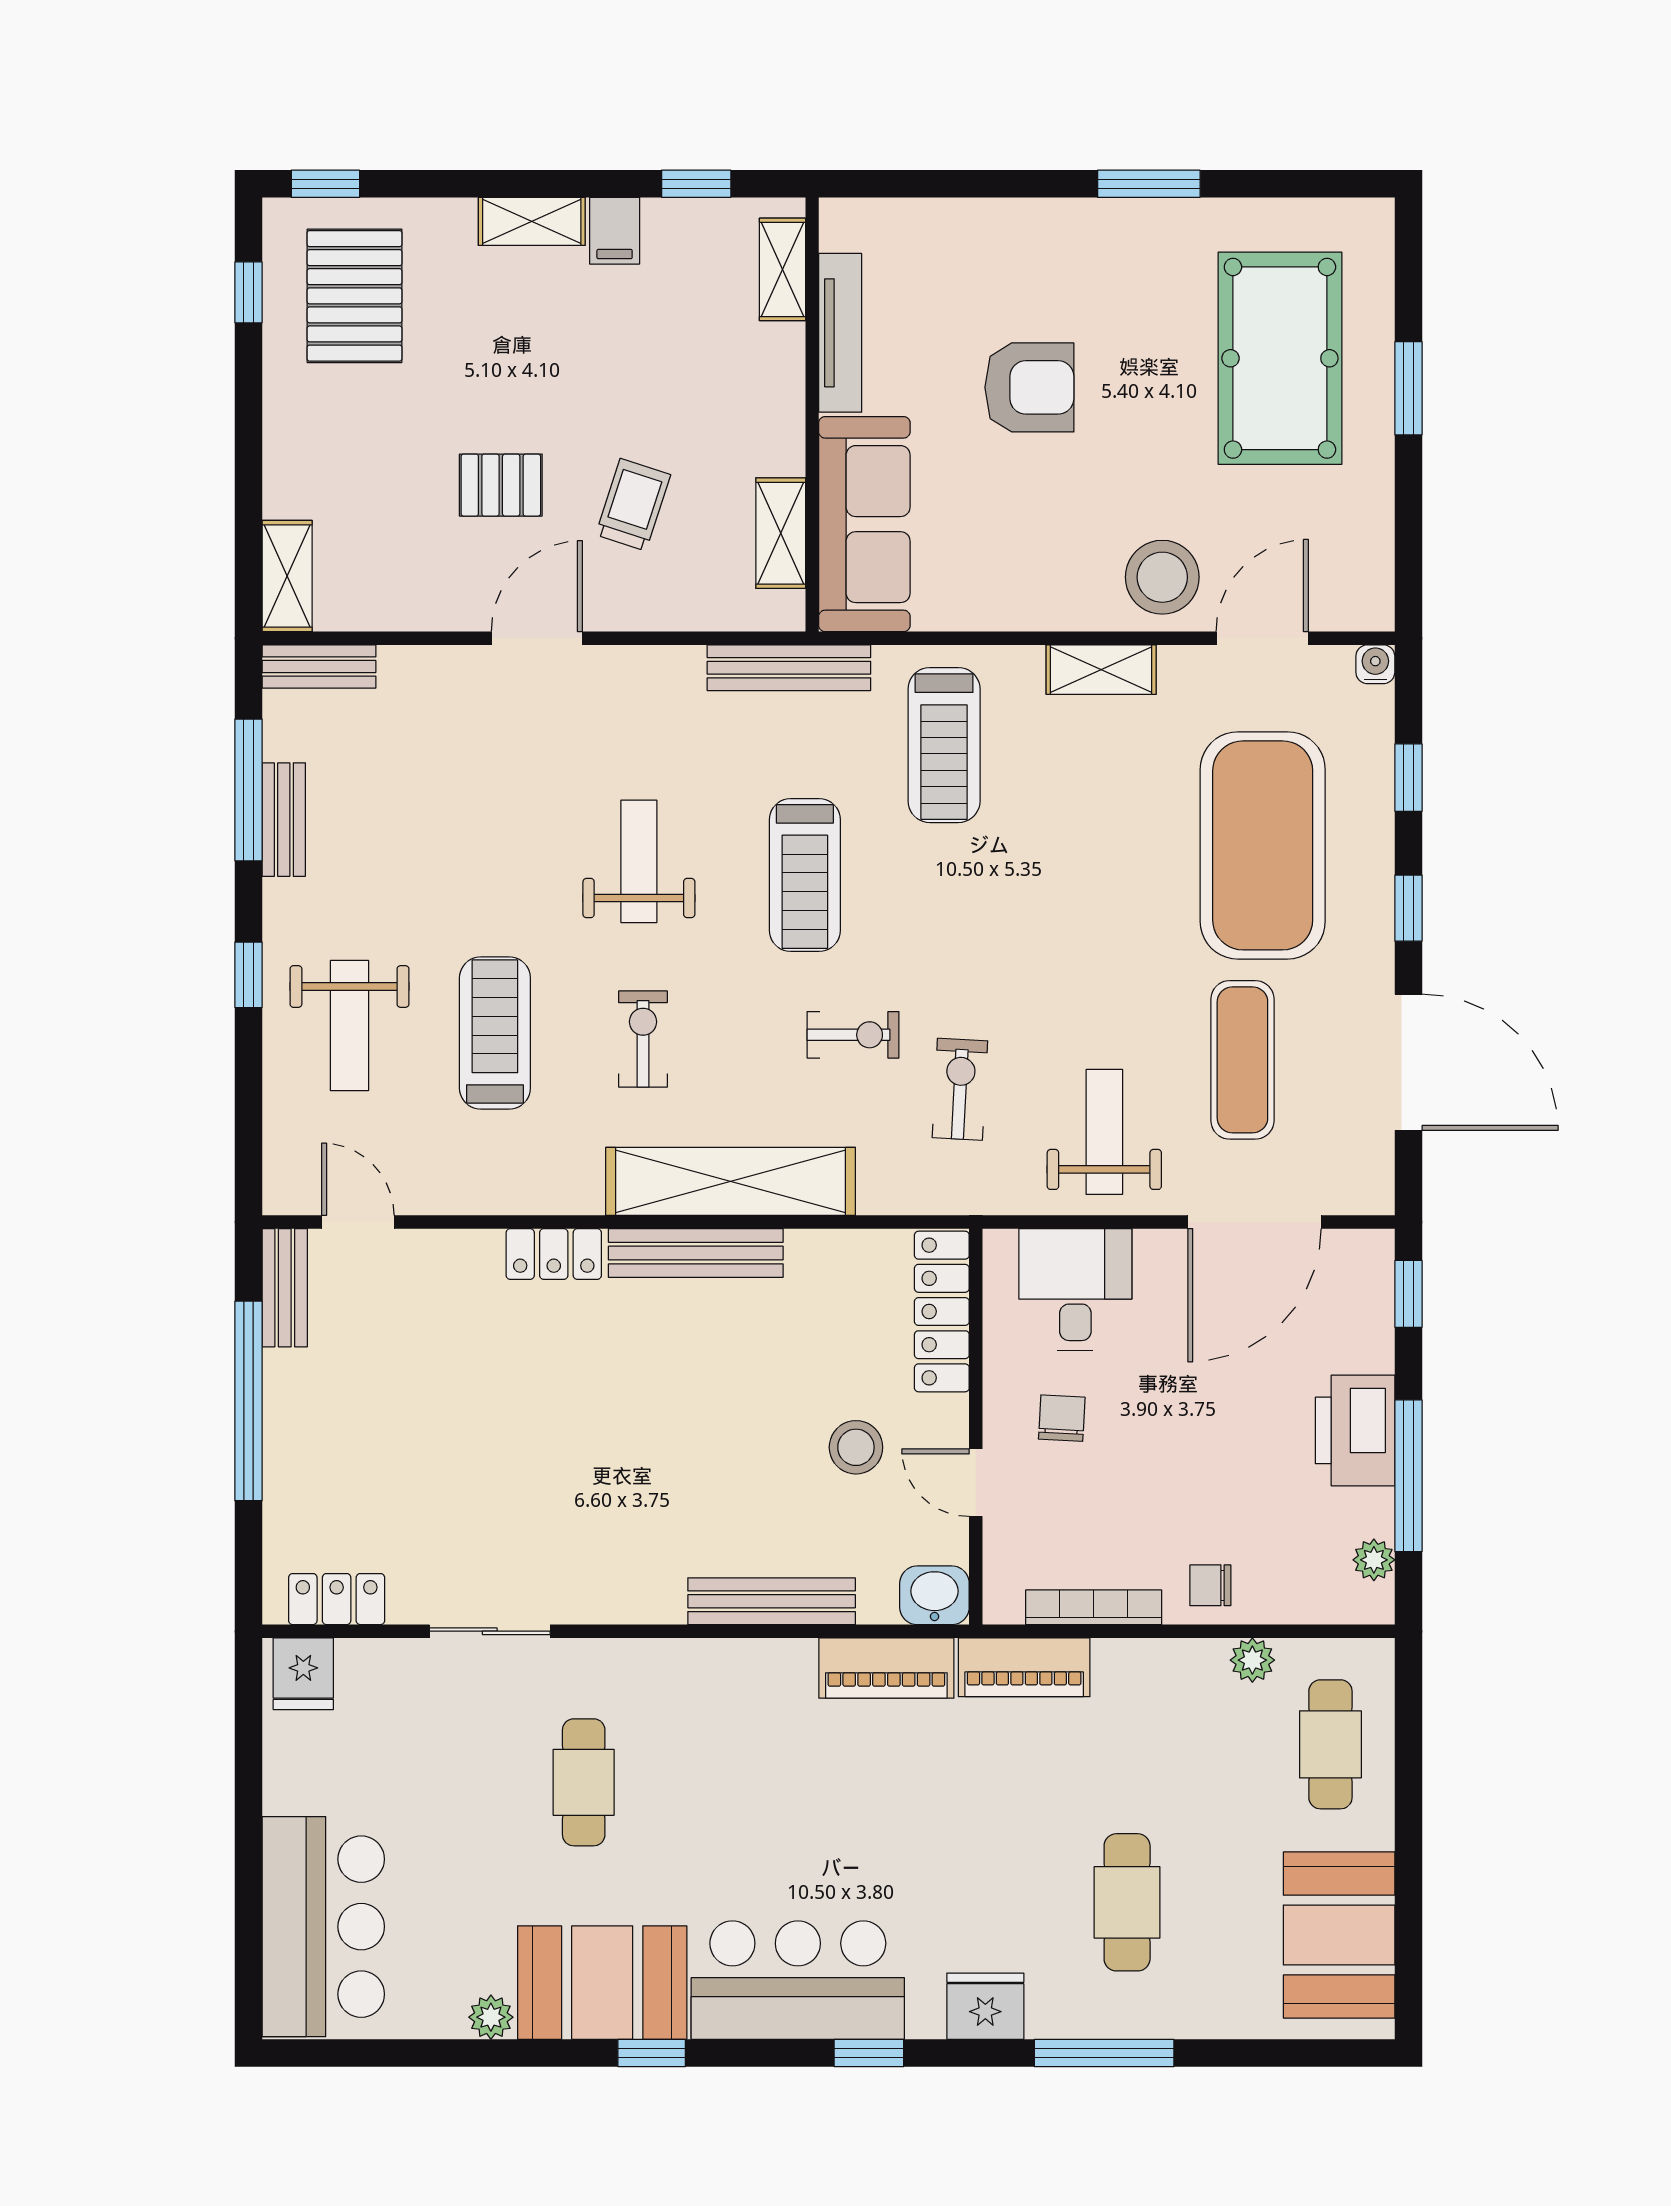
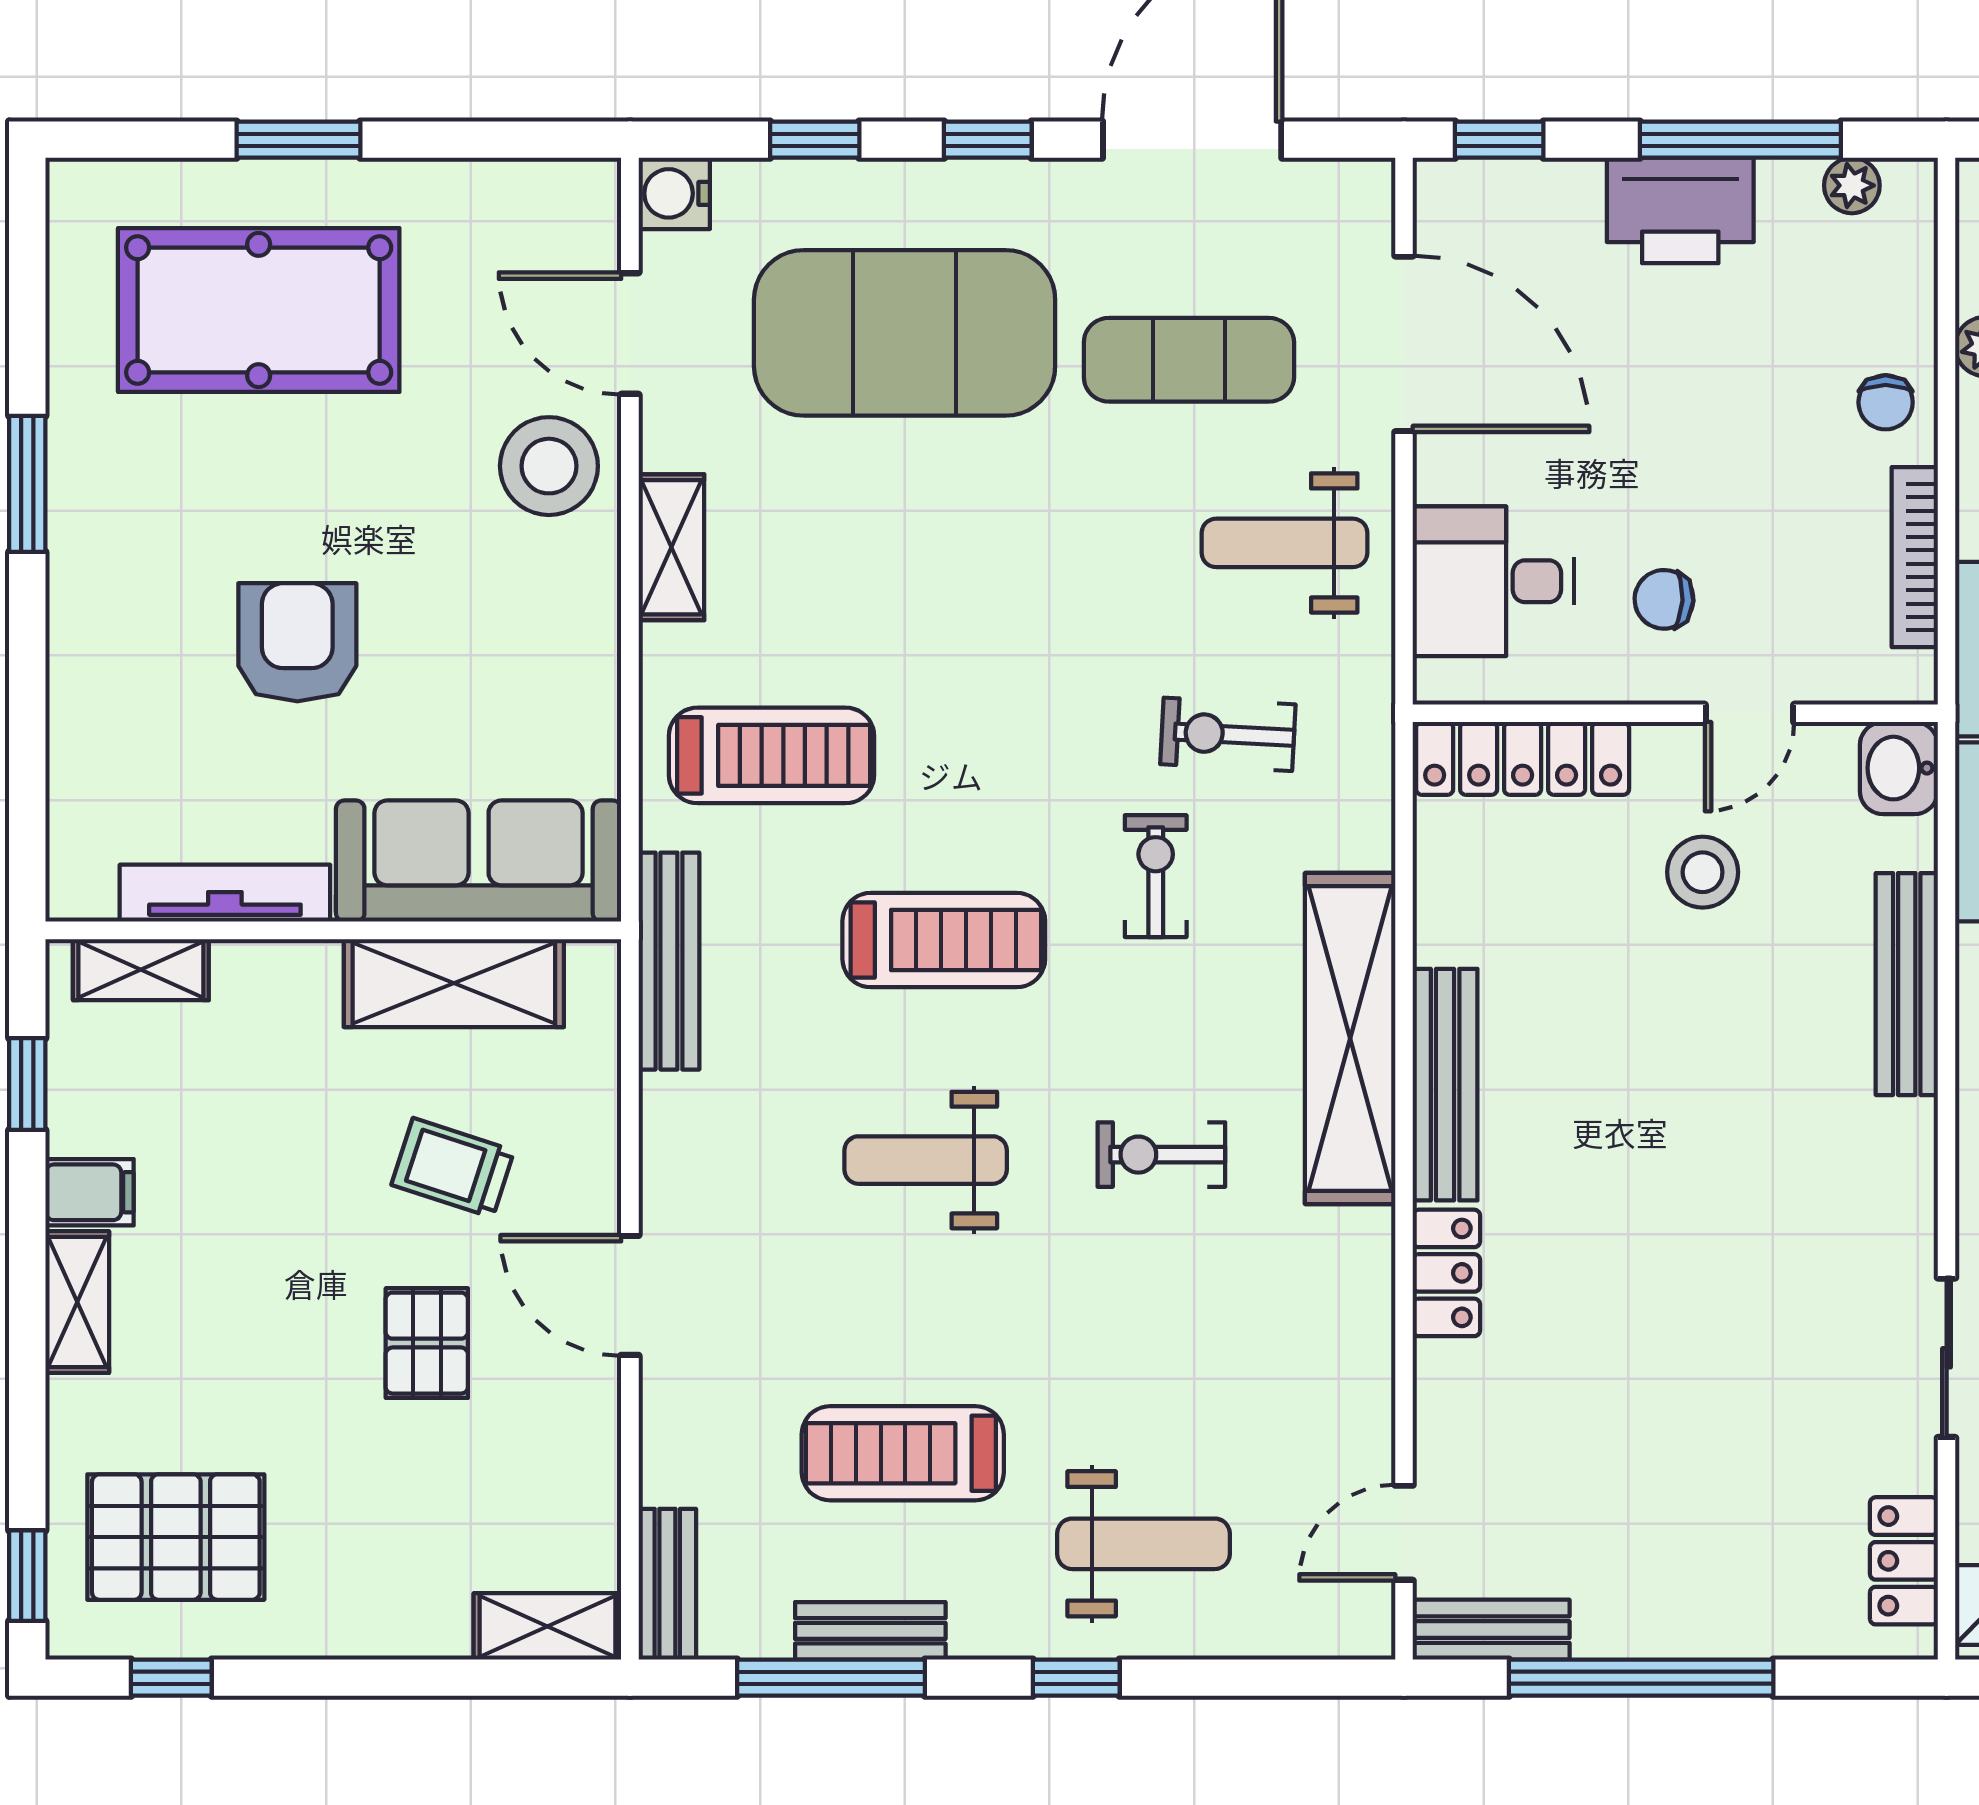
shelving: (781, 533) -> (454, 983), width x1.50, depth x1.33
water cooler: (1375, 664) -> (674, 193), width x1.38, depth x1.38
treadmill: (495, 1033) -> (903, 1453), moved

